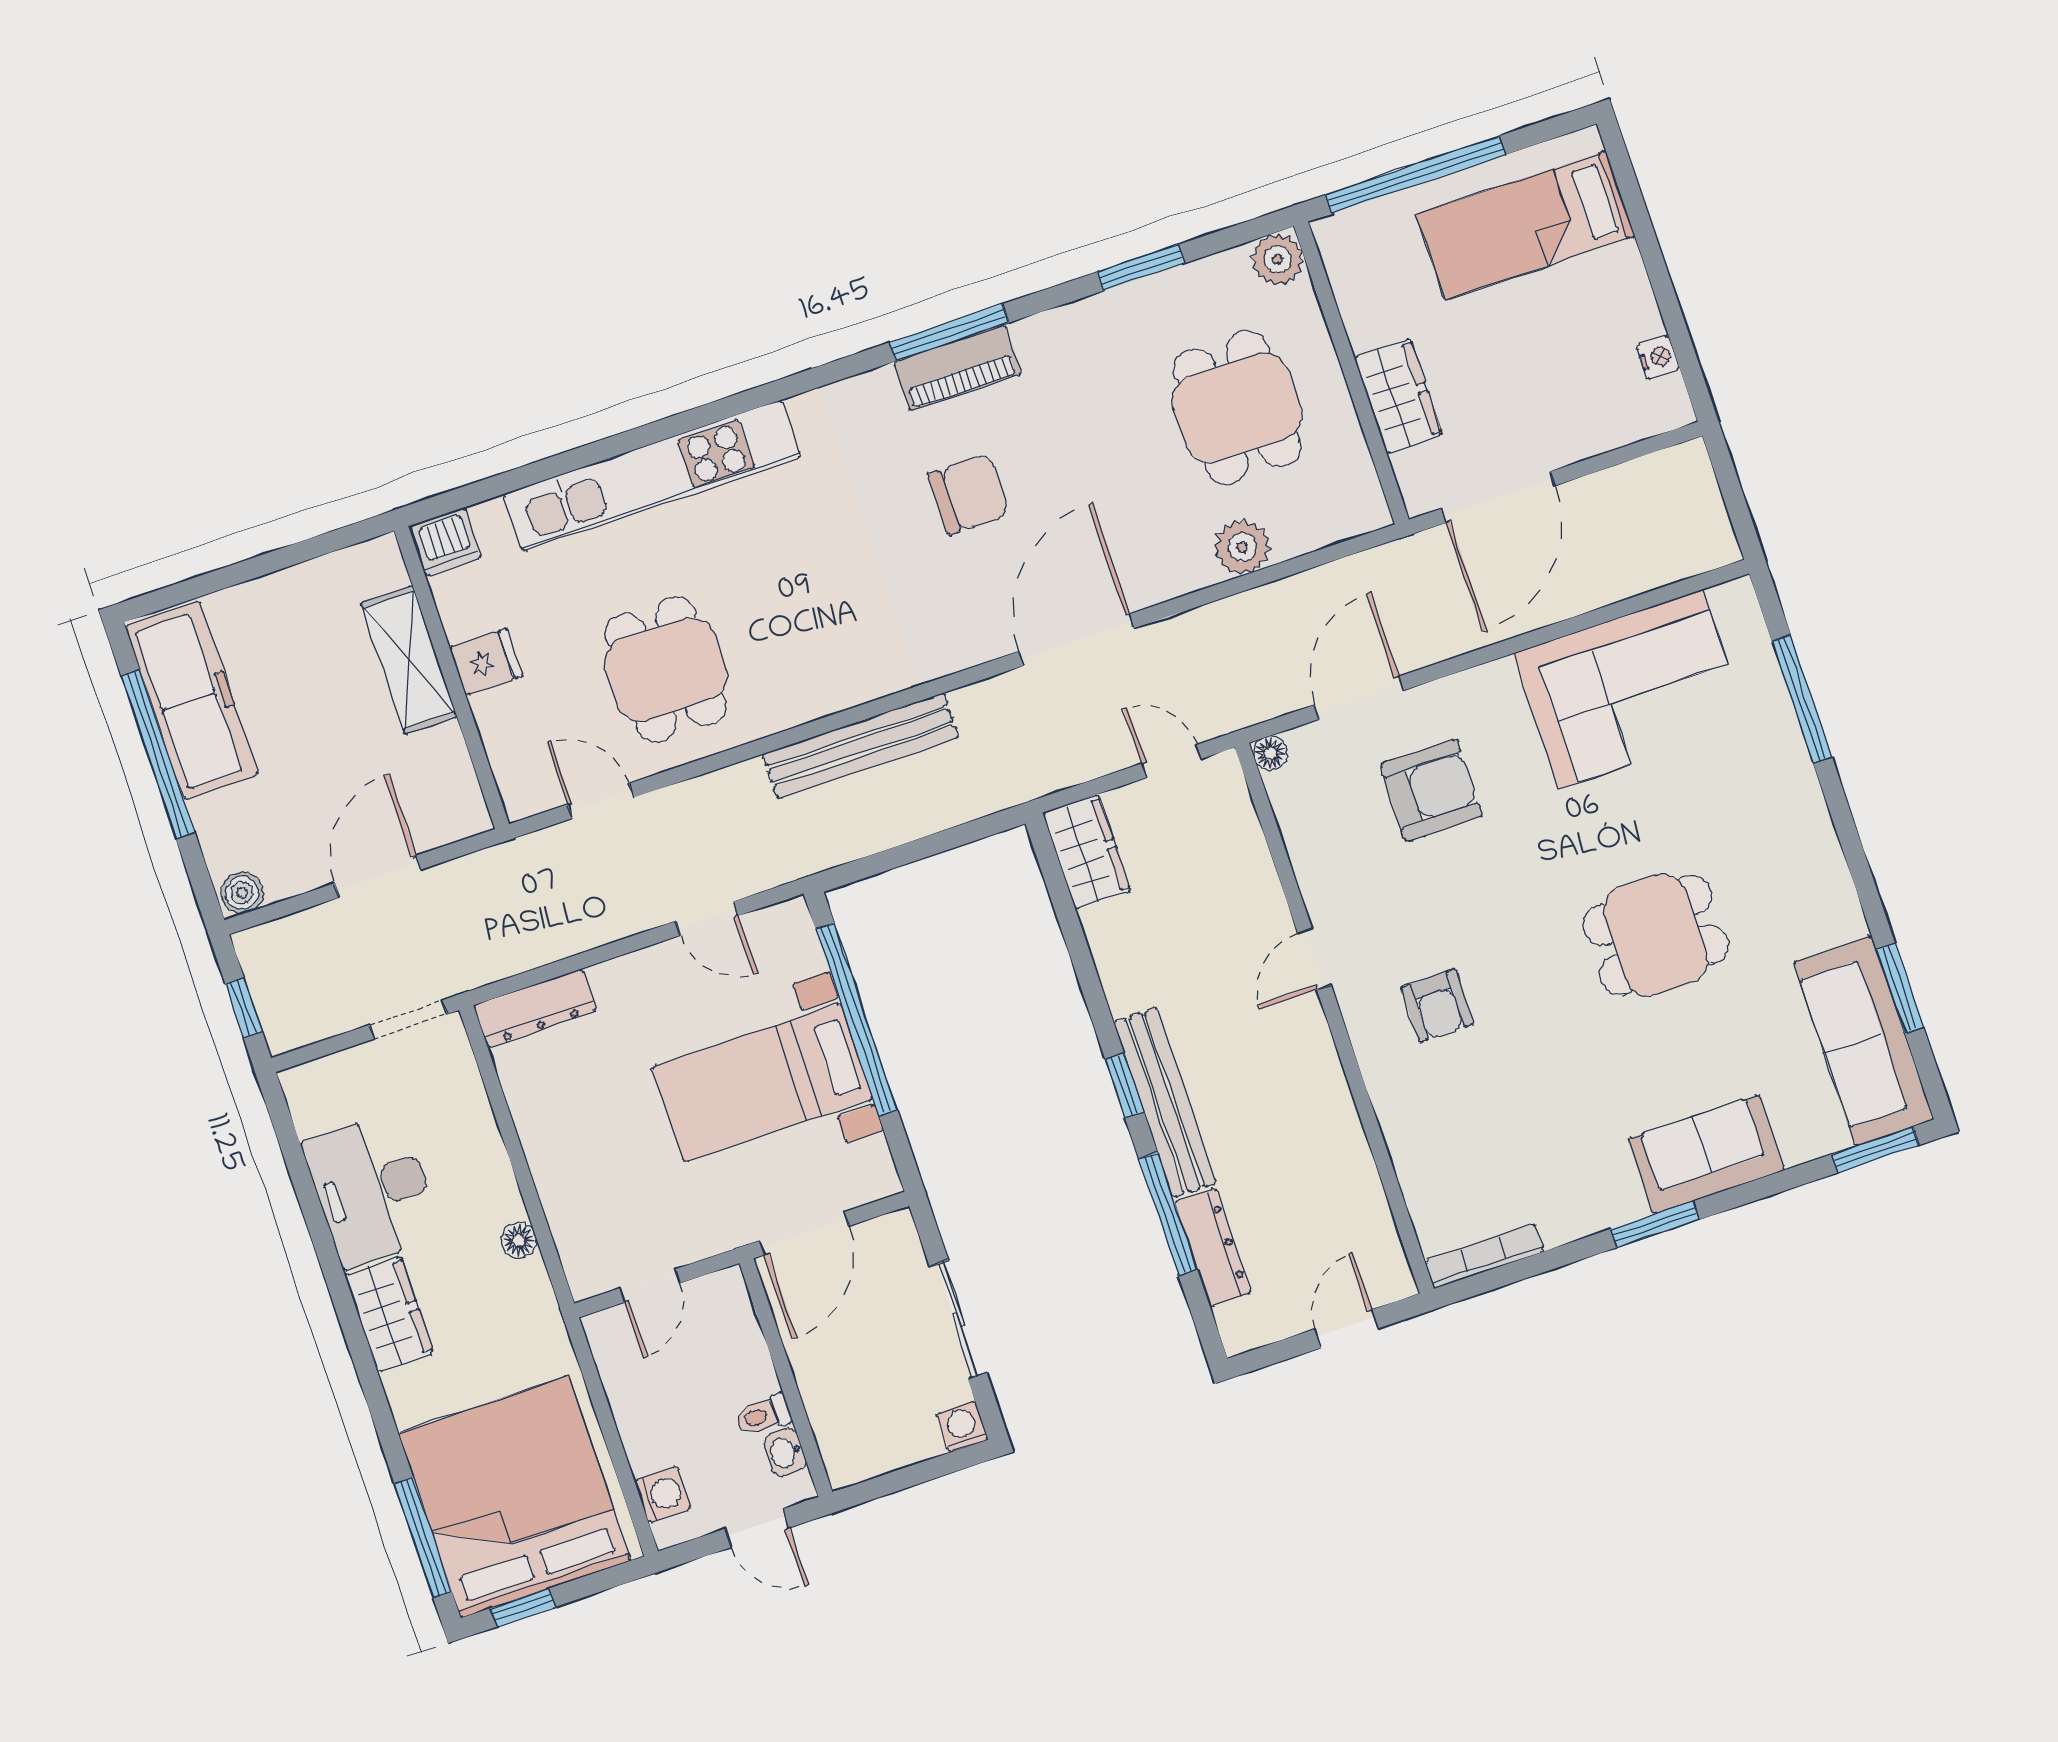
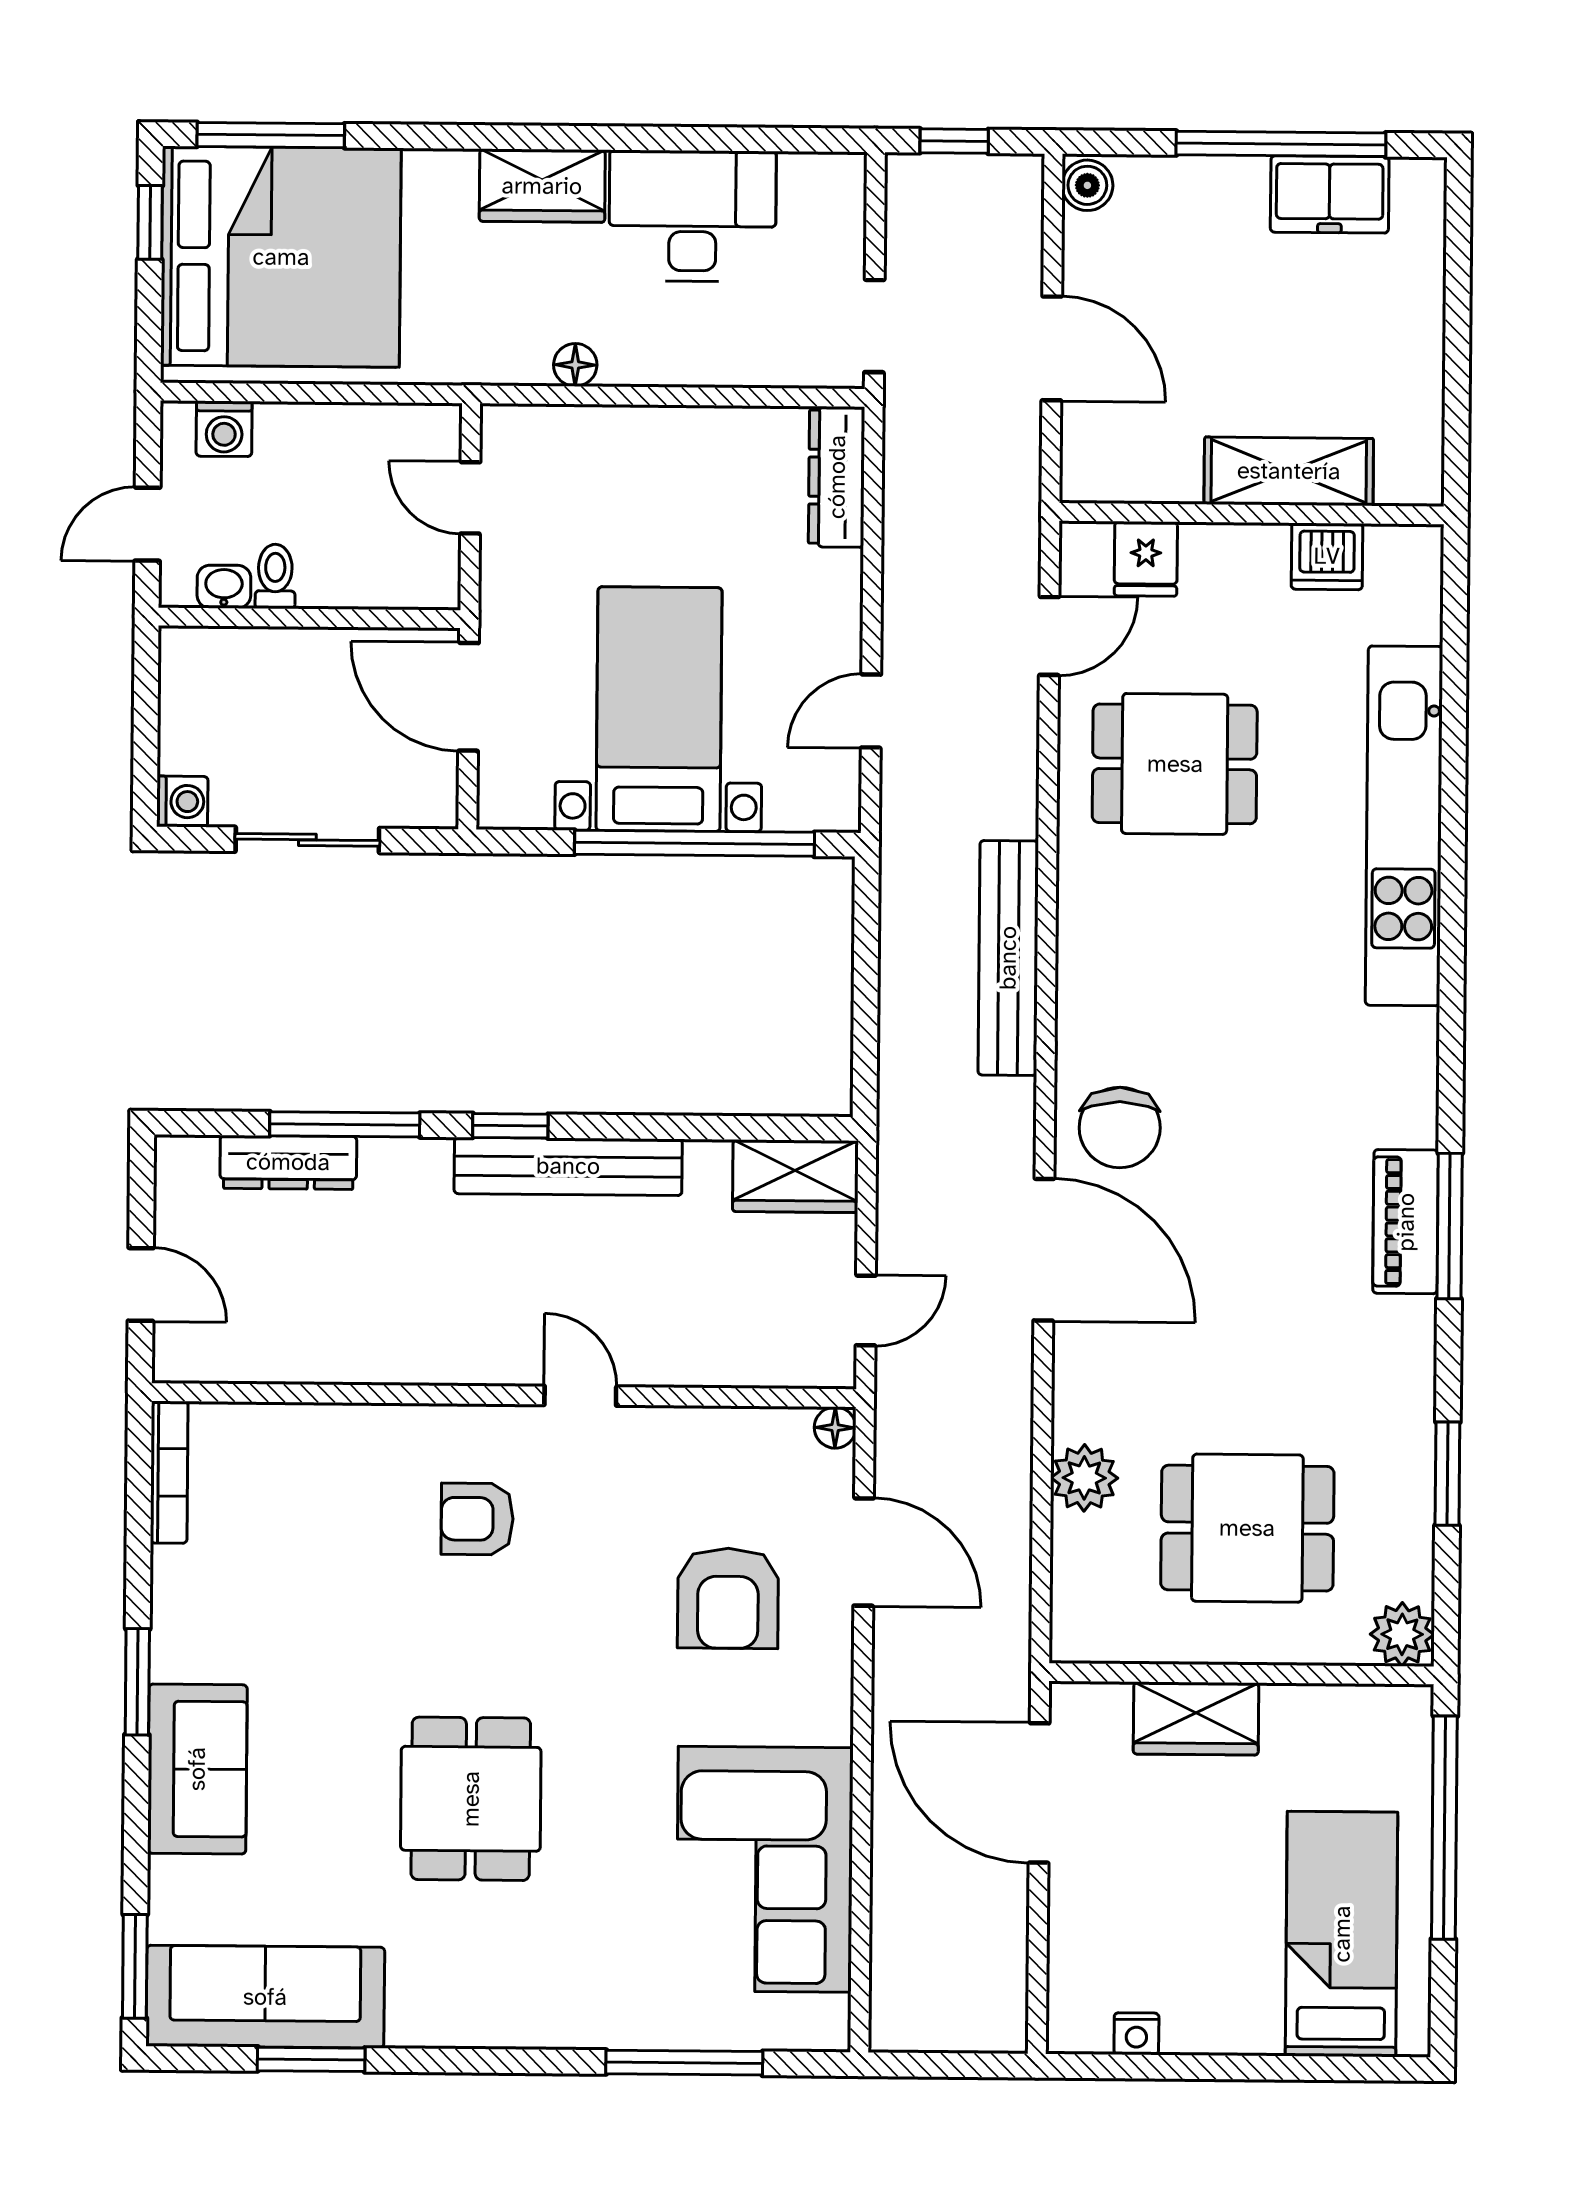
chair: (969, 494) -> (1120, 1127), moved
dishwasher: (446, 542) -> (1327, 556), moved, turned -90
fridge: (486, 662) -> (1146, 559), moved
freezer: (192, 700) -> (1330, 194), width x0.52, depth x0.79
bench: (1165, 1102) -> (568, 1166), moved

